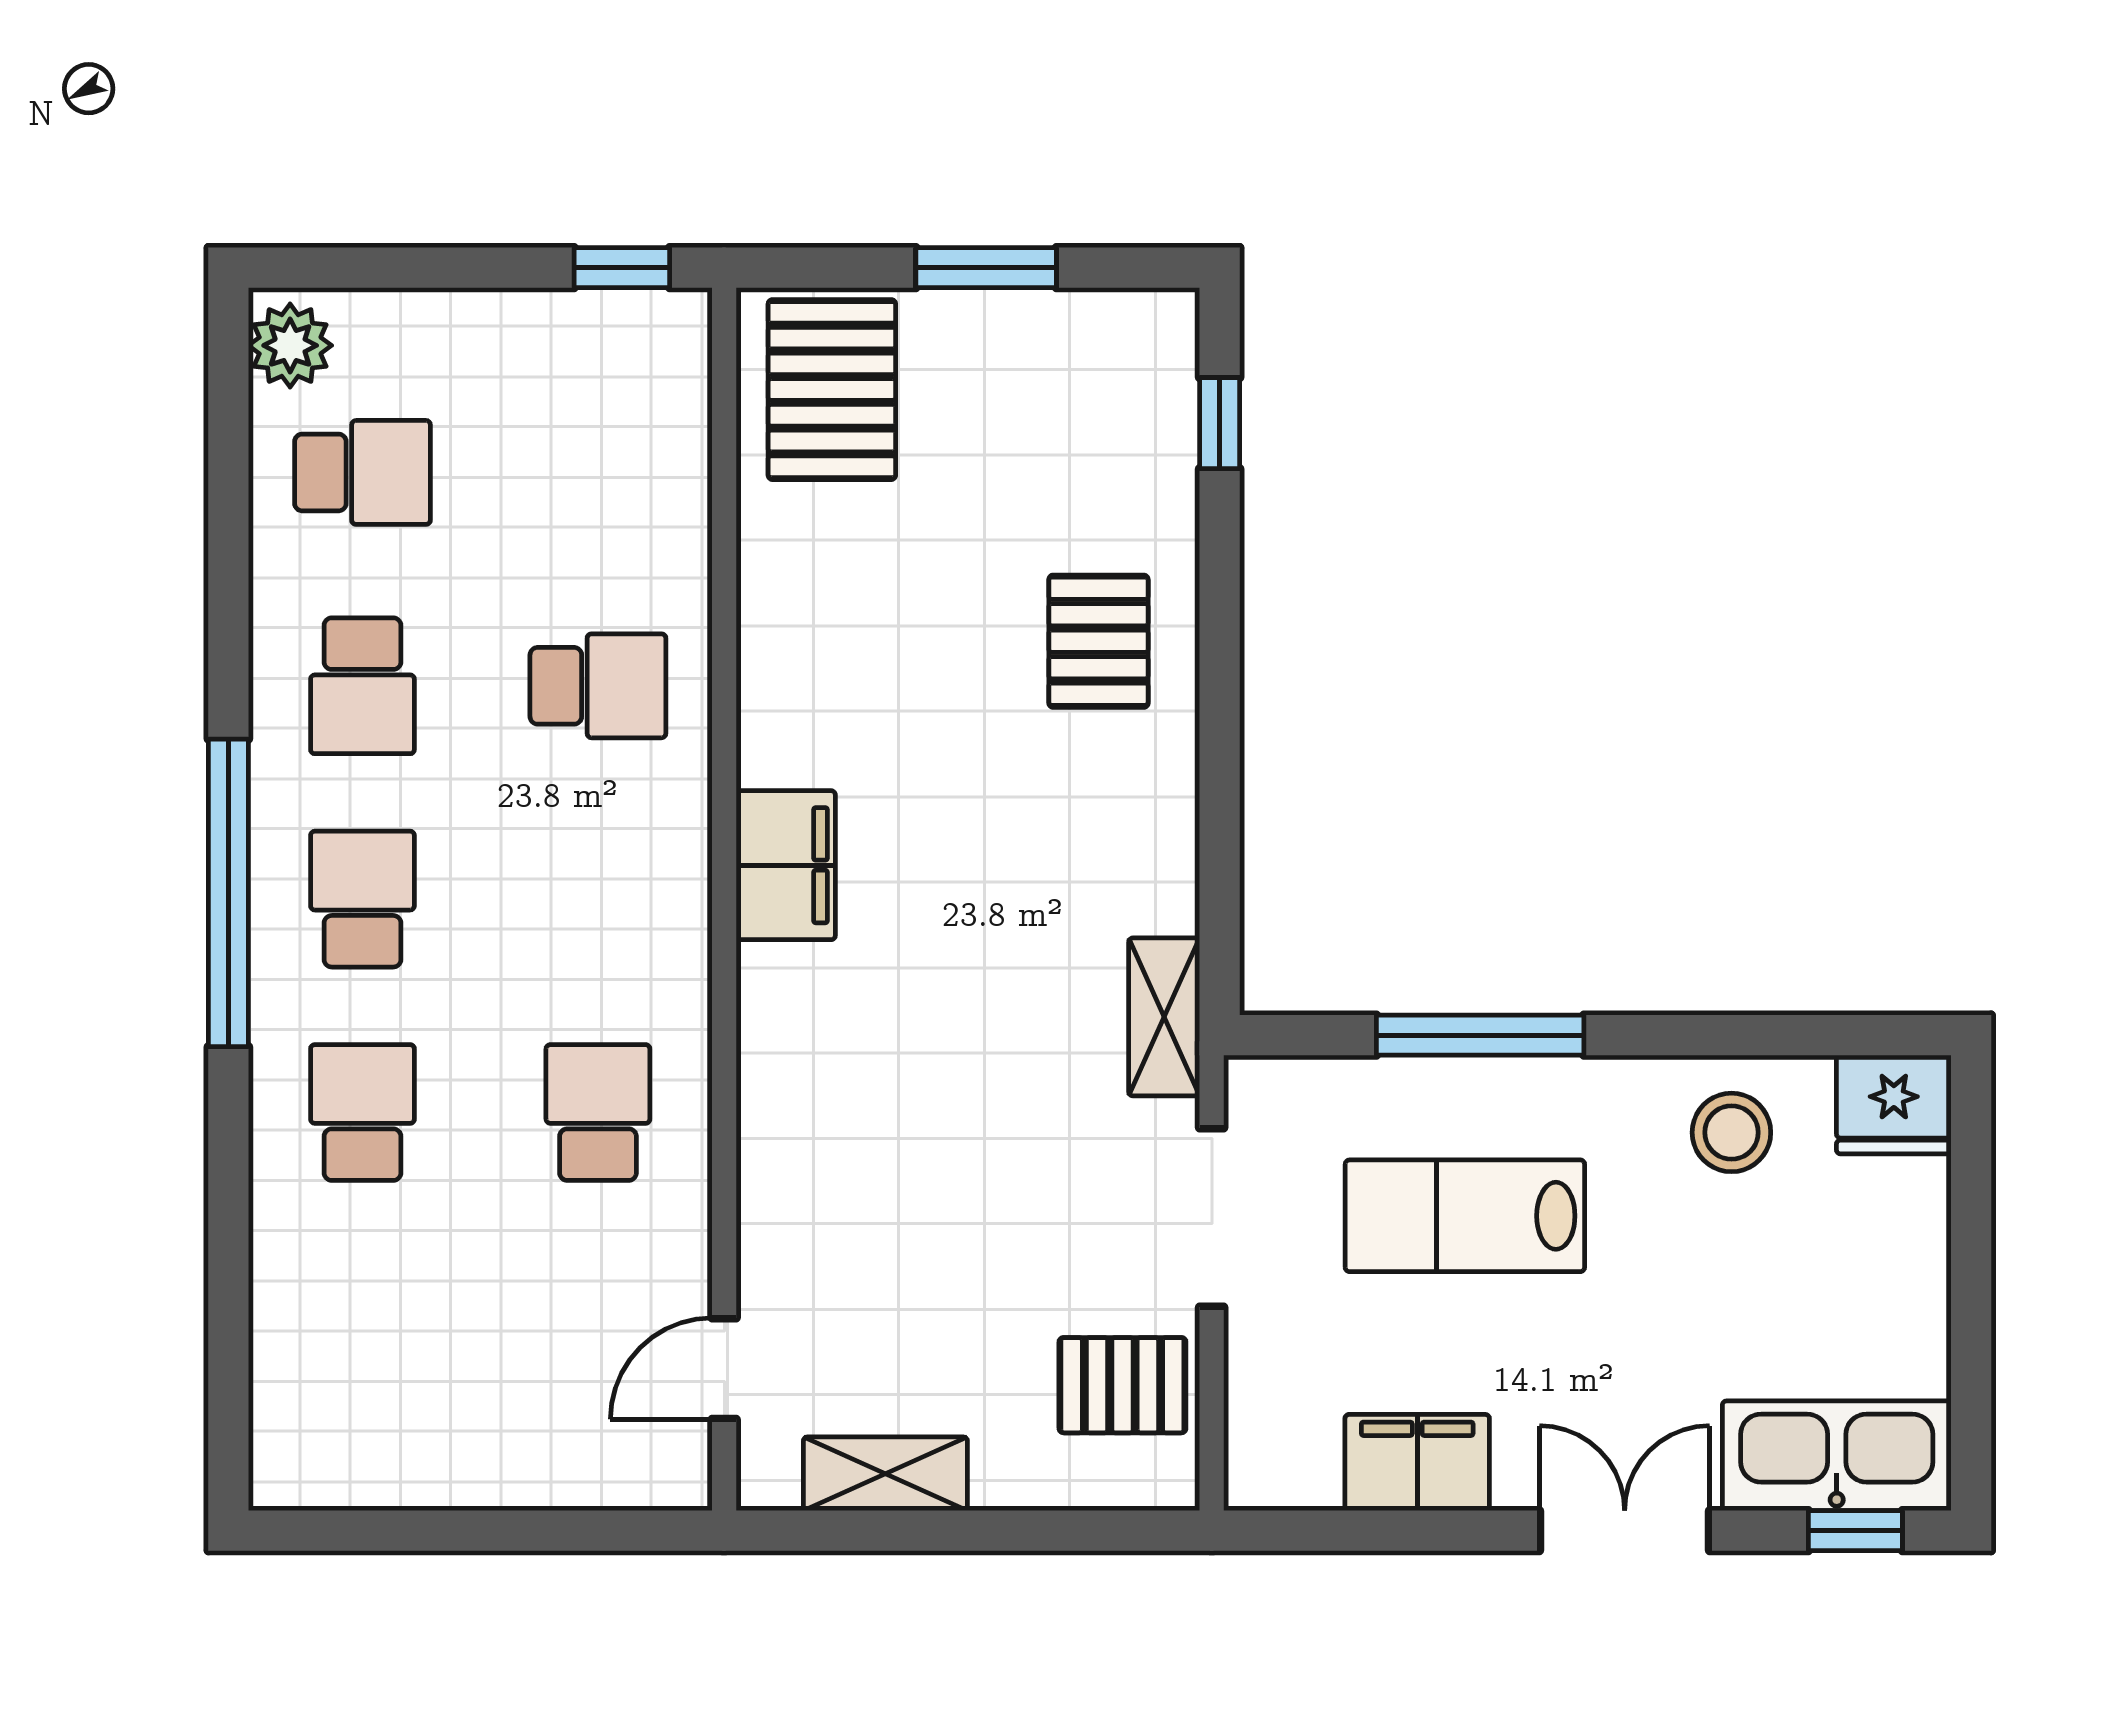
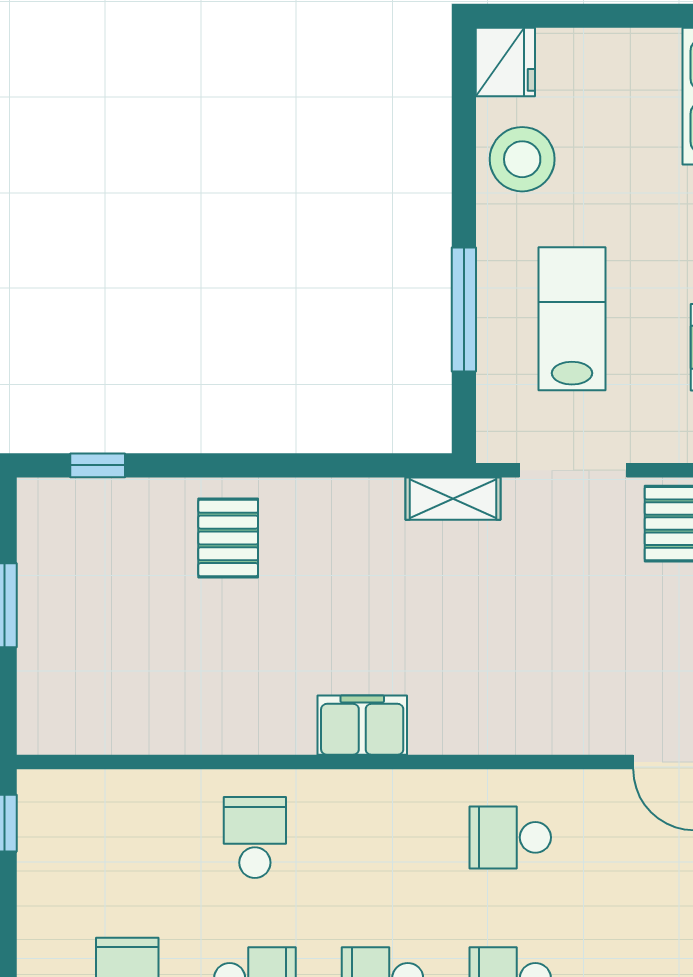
pallet: (832, 390) -> (78, 697), removed
pallet: (1098, 641) -> (228, 538), turned 90
stool: (1731, 1132) -> (522, 159), width x1.38, depth x1.38
lab bench: (1465, 1216) -> (572, 319), turned 180

